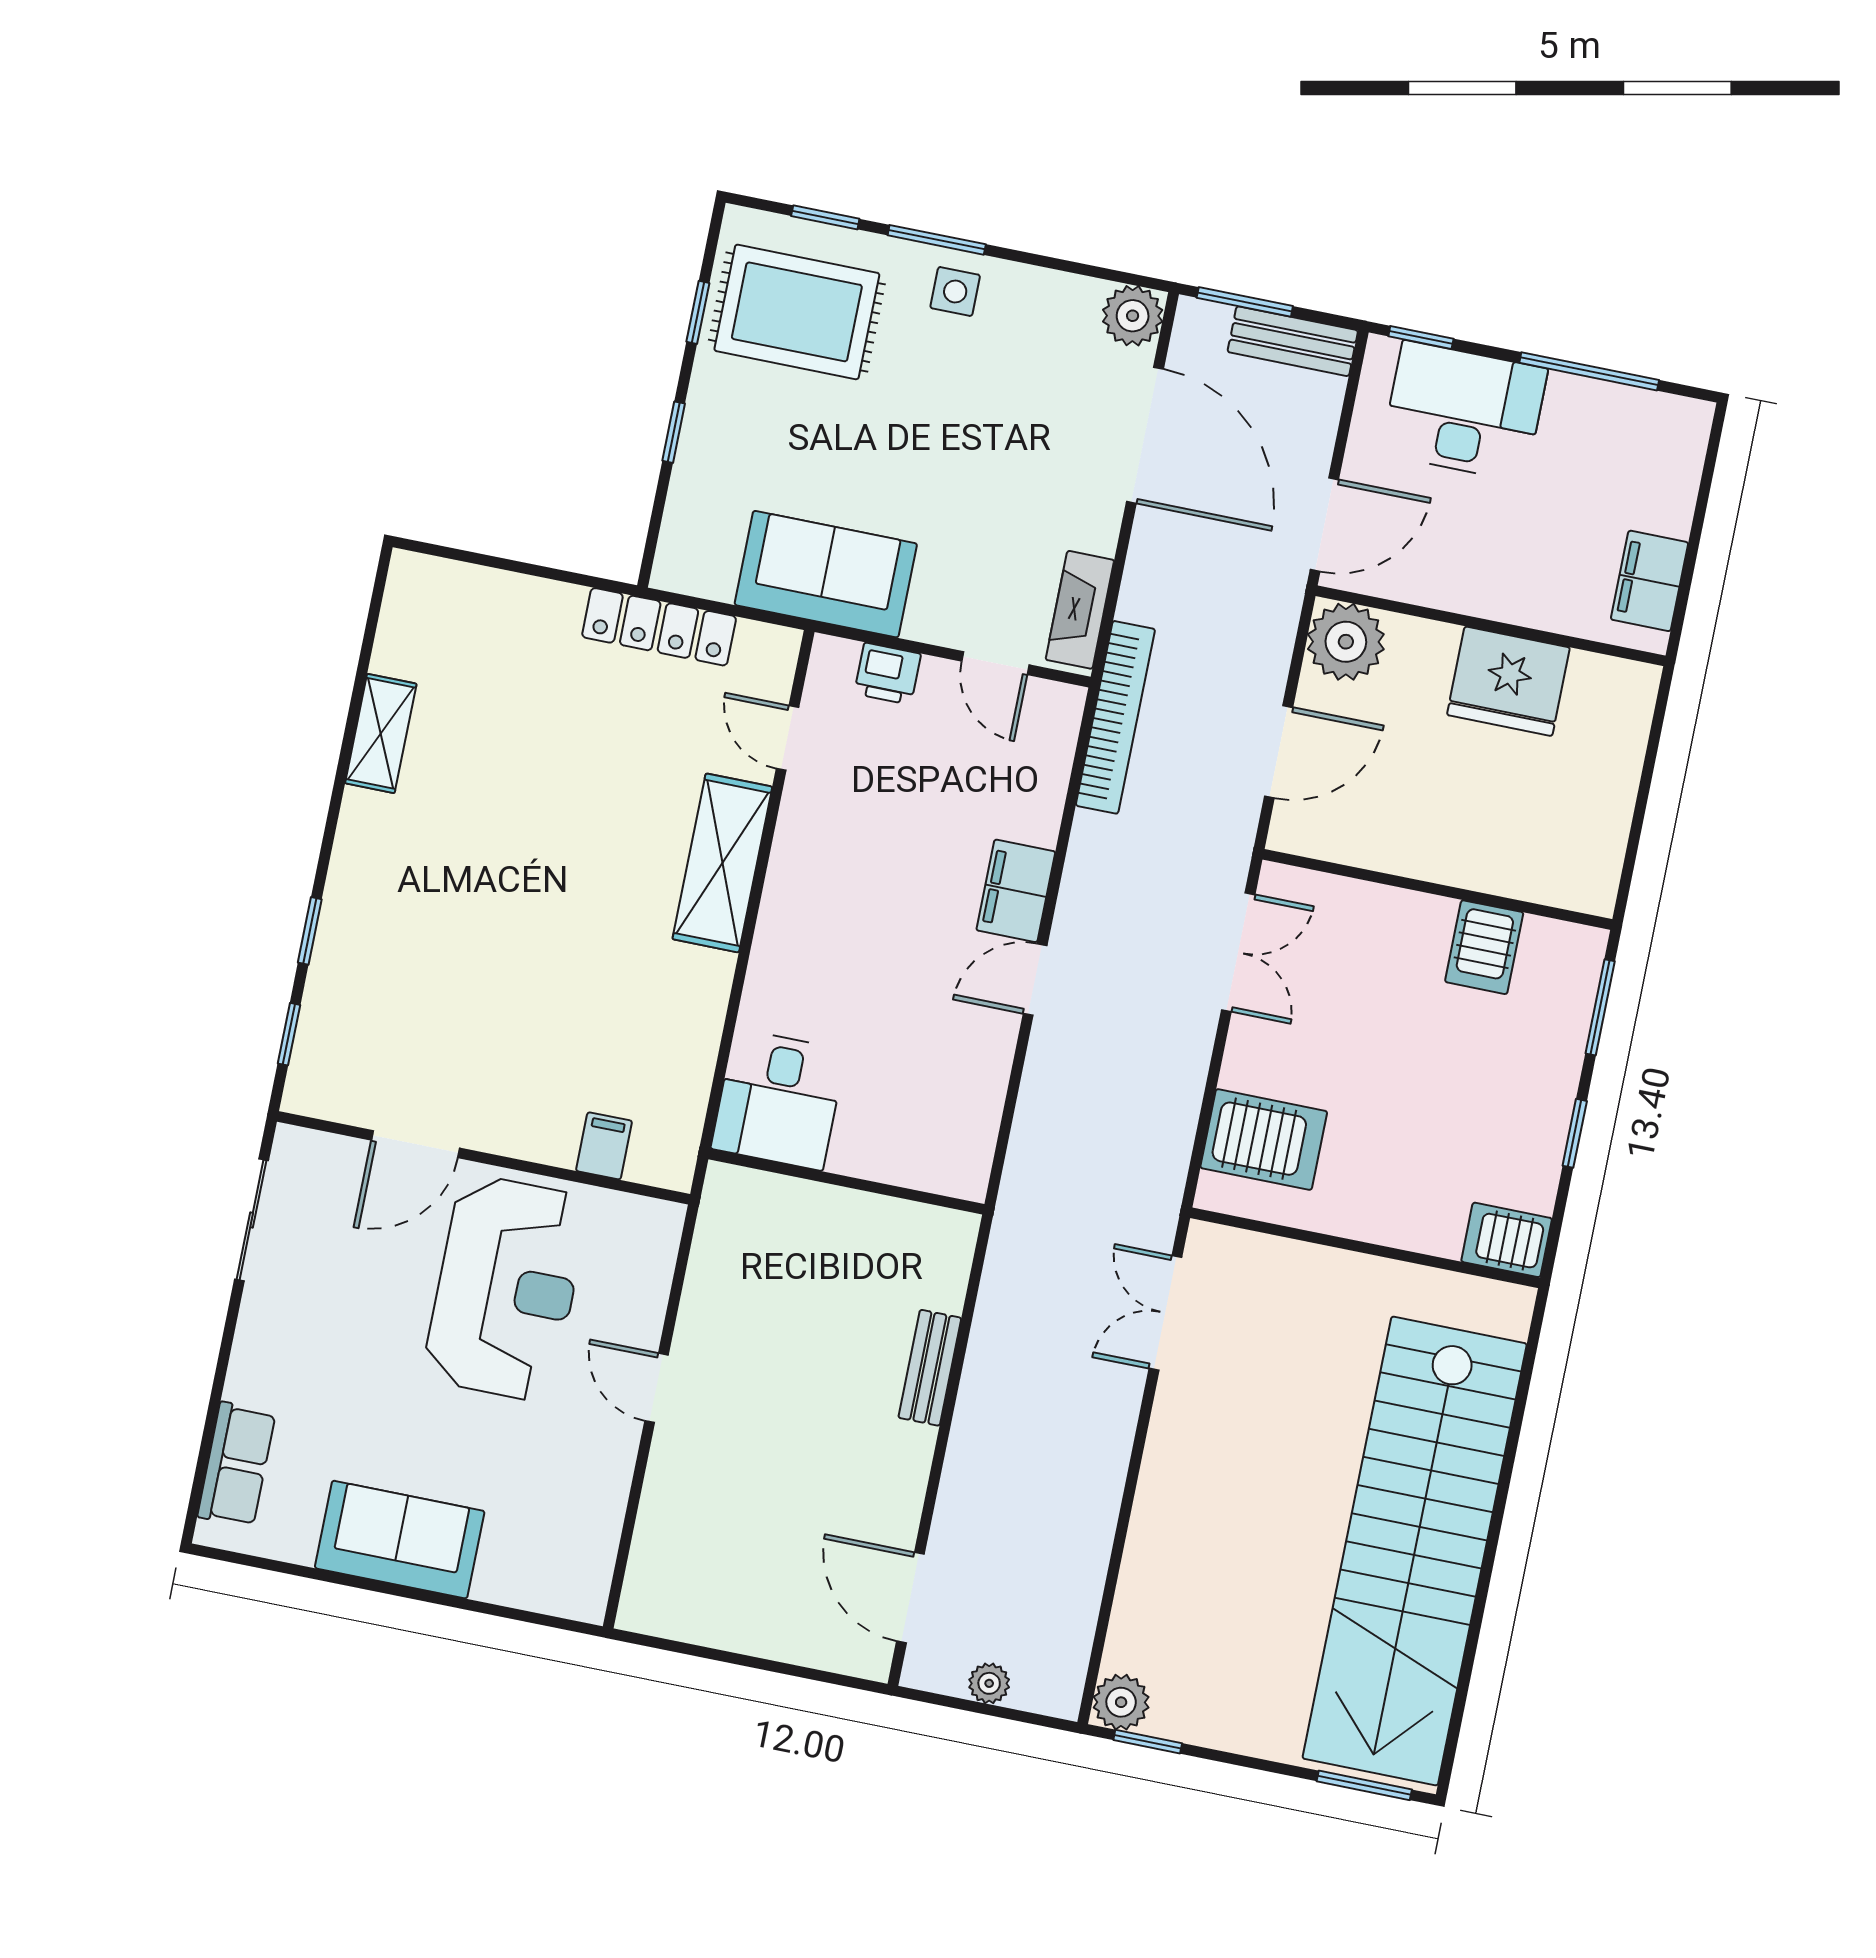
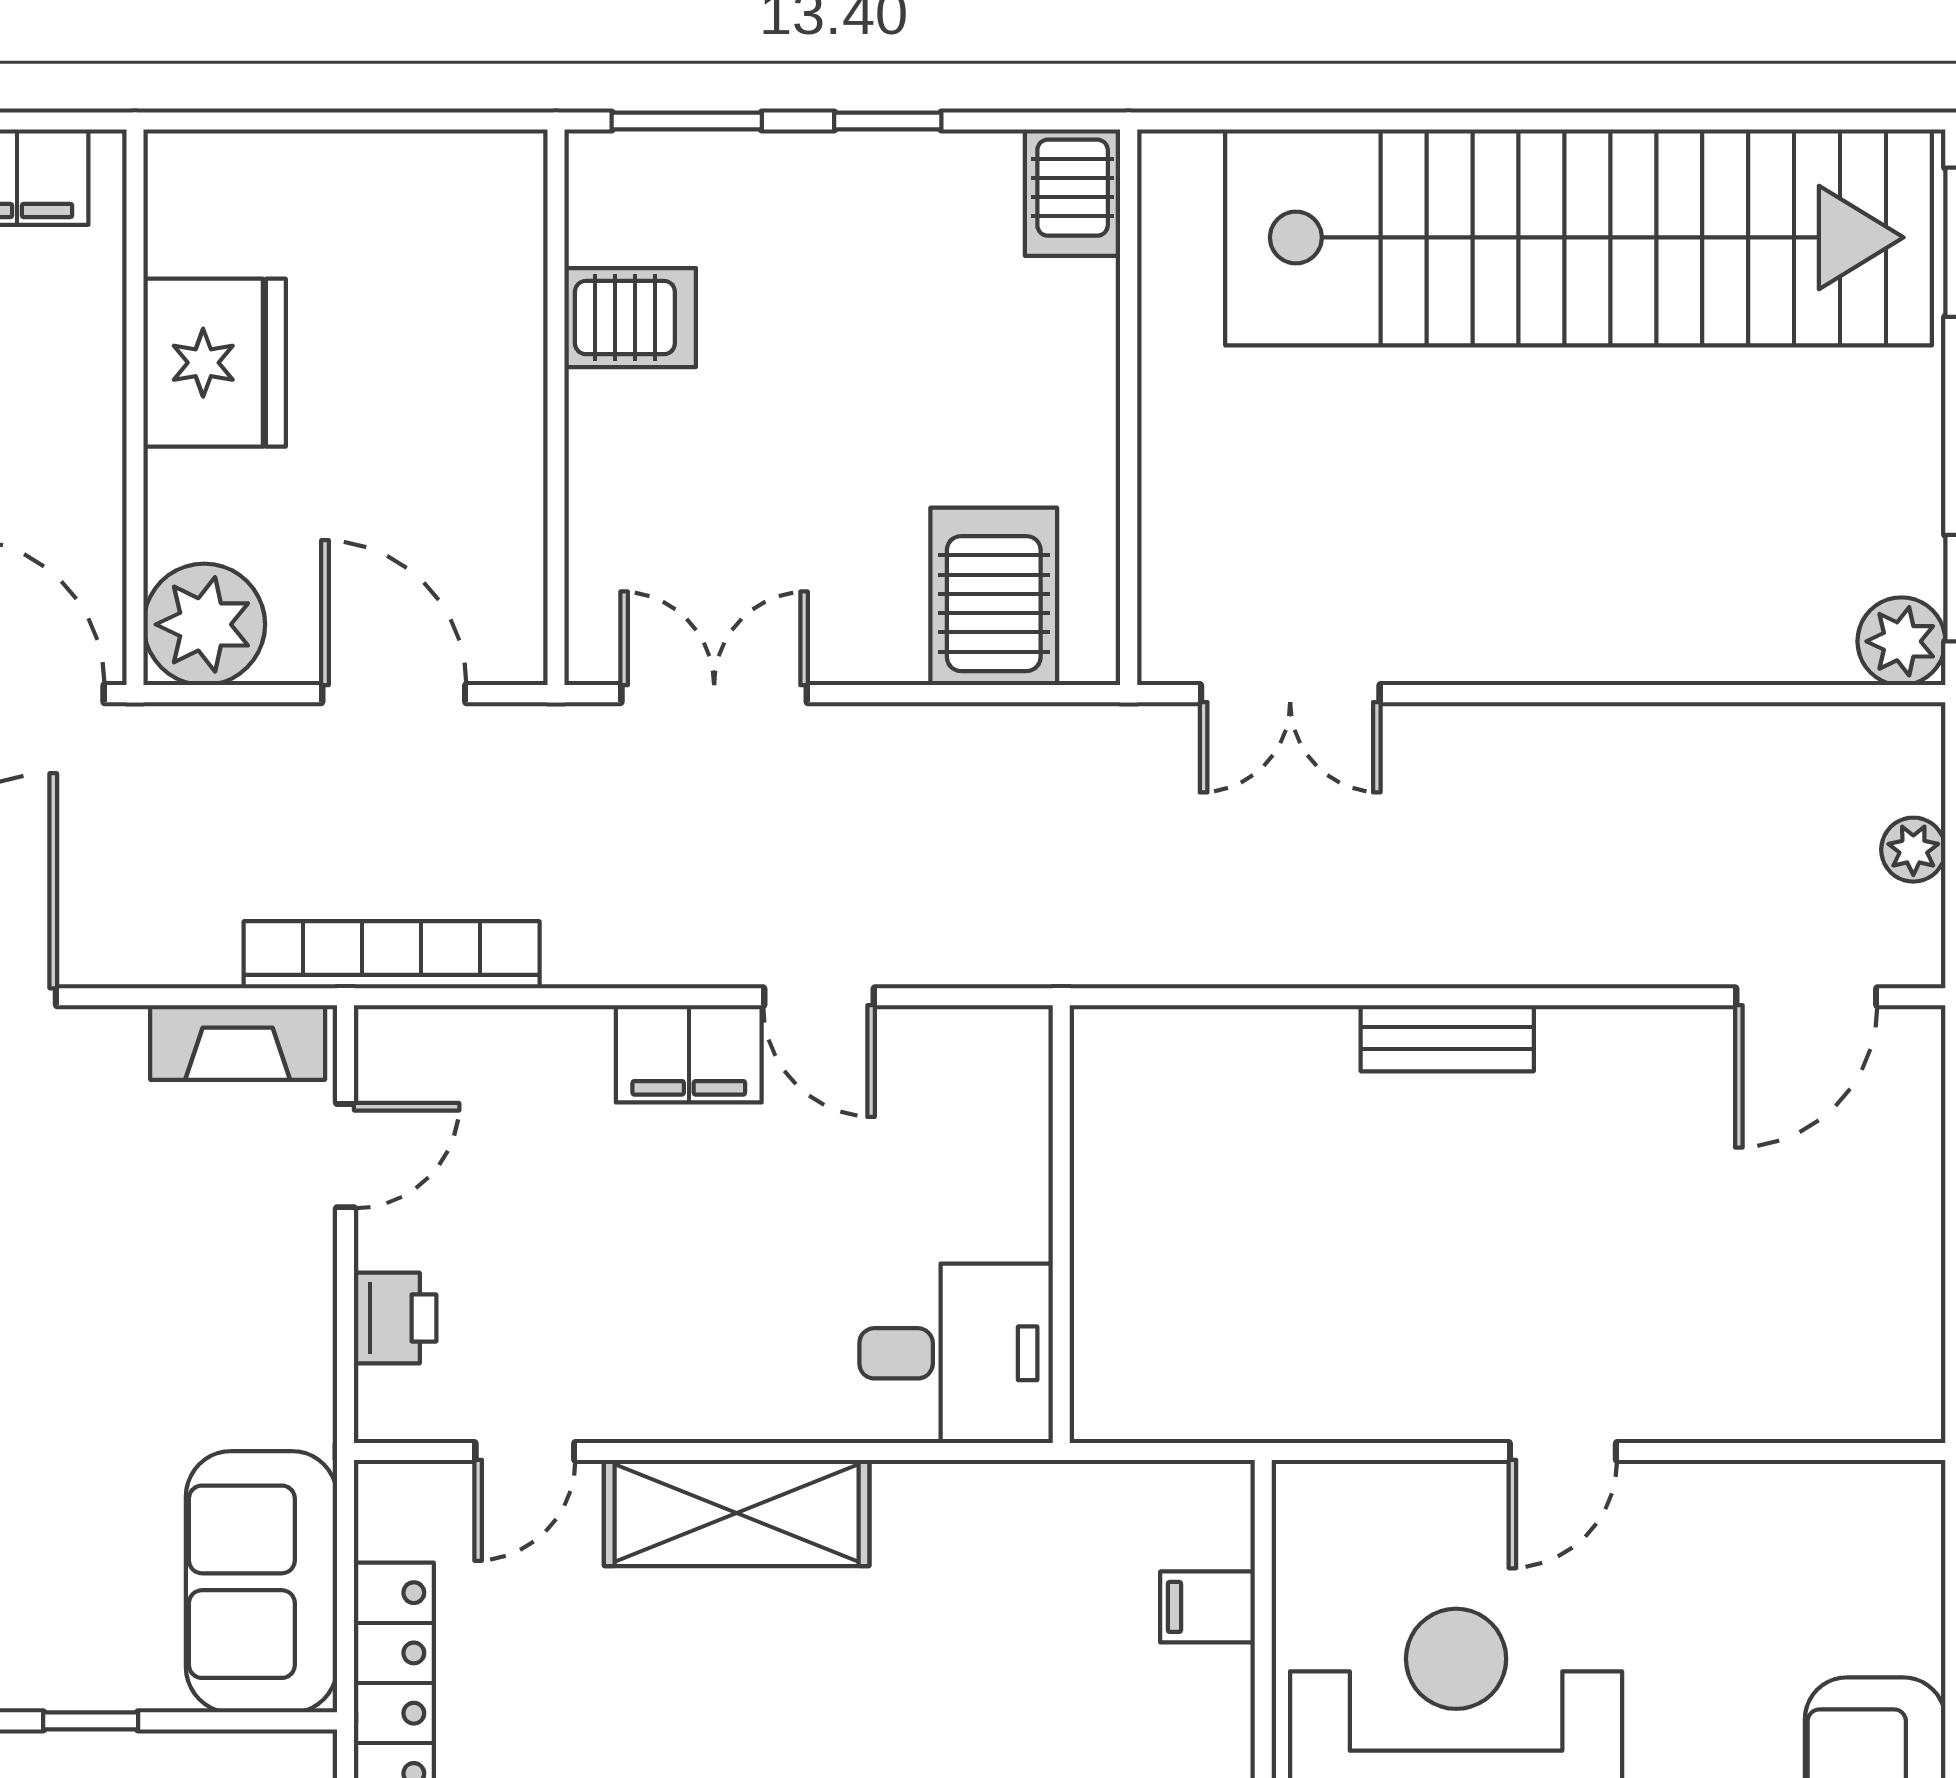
sofa: (826, 574) -> (262, 1582), moved
desk: (779, 1100) -> (956, 1353), moved
wall: (846, 1182) -> (1061, 1224), moved

